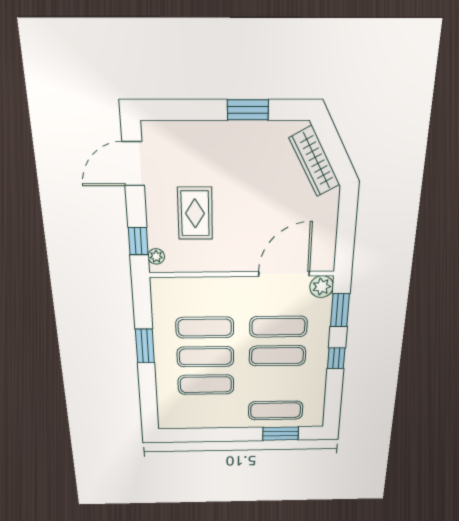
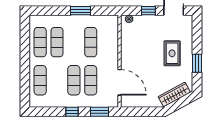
rug: (195, 213) -> (172, 53), moved, turned 90
window: (138, 241) -> (148, 11), moved
plant: (322, 287) -> (113, 102), removed
exercise mat: (205, 357) -> (40, 42), moved
window: (281, 434) -> (25, 84), removed

